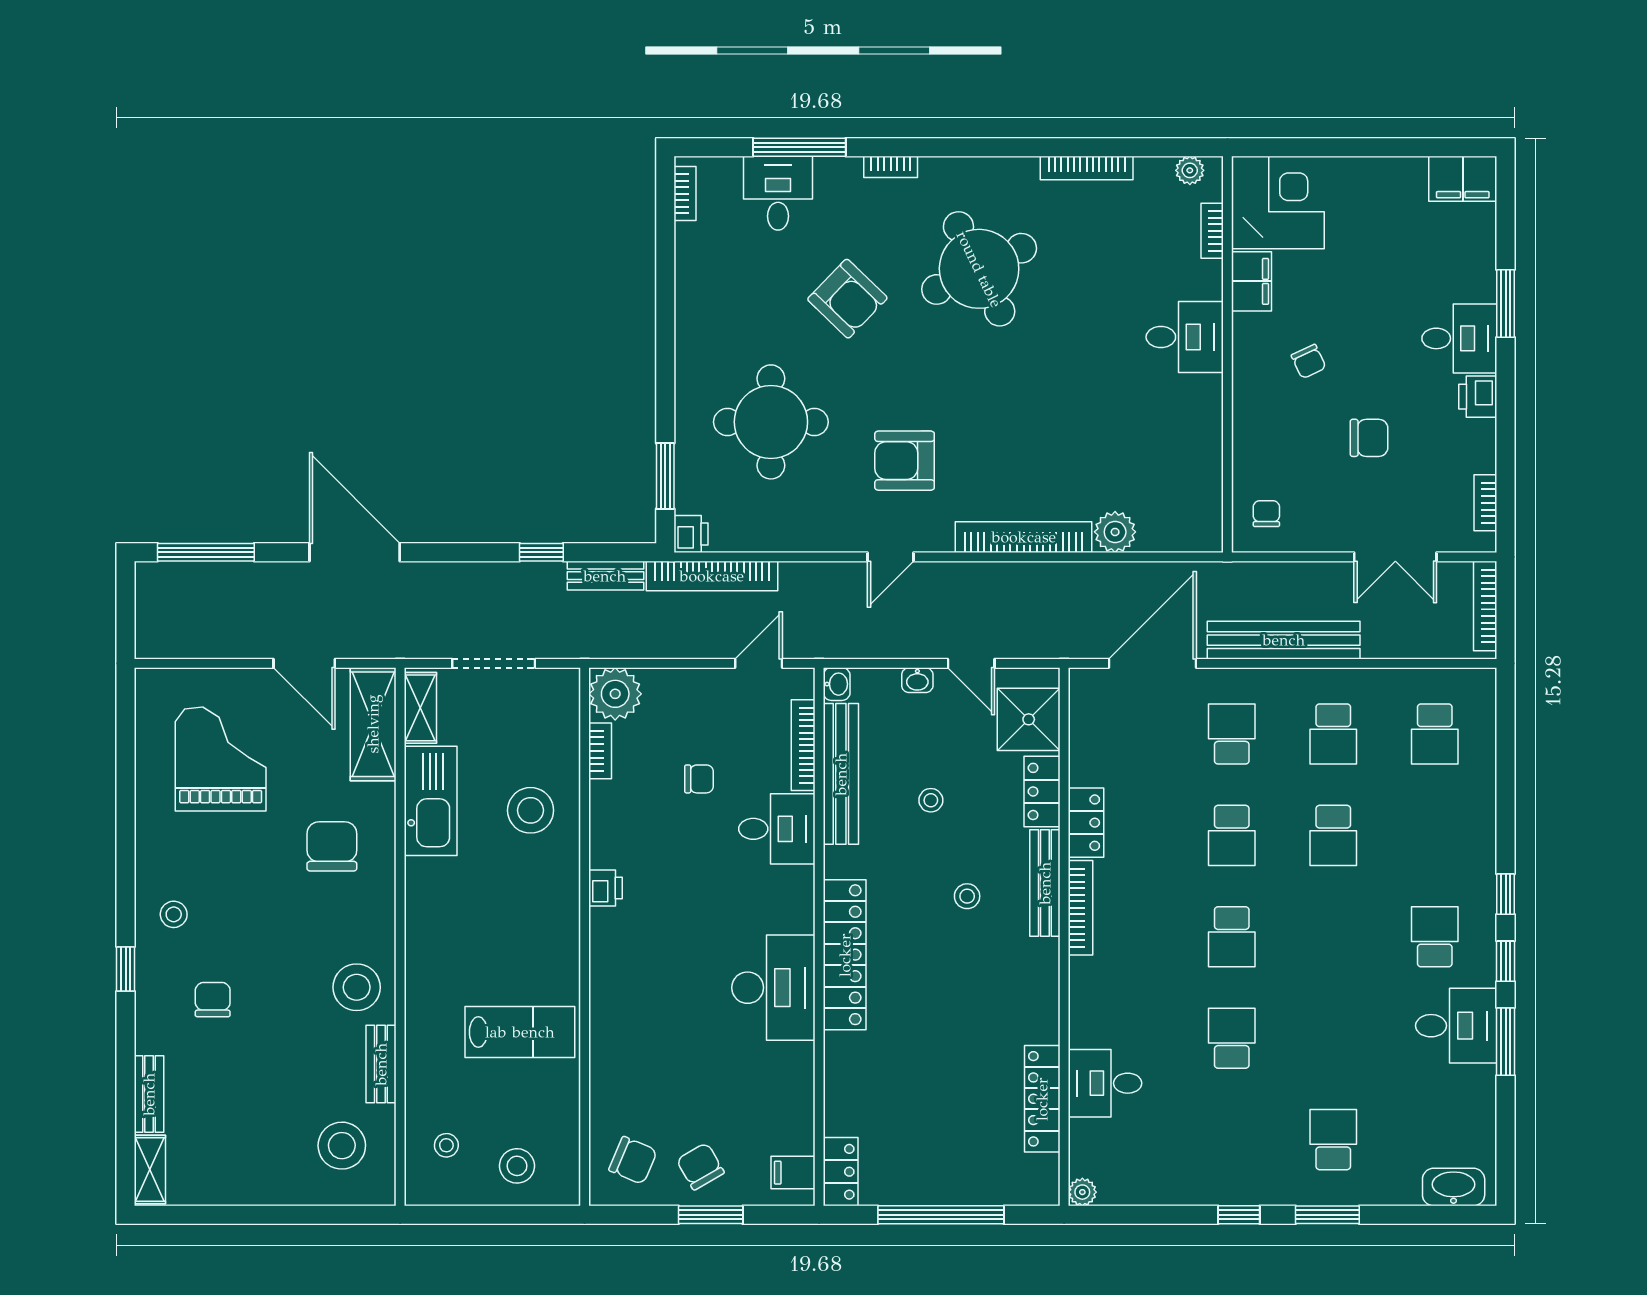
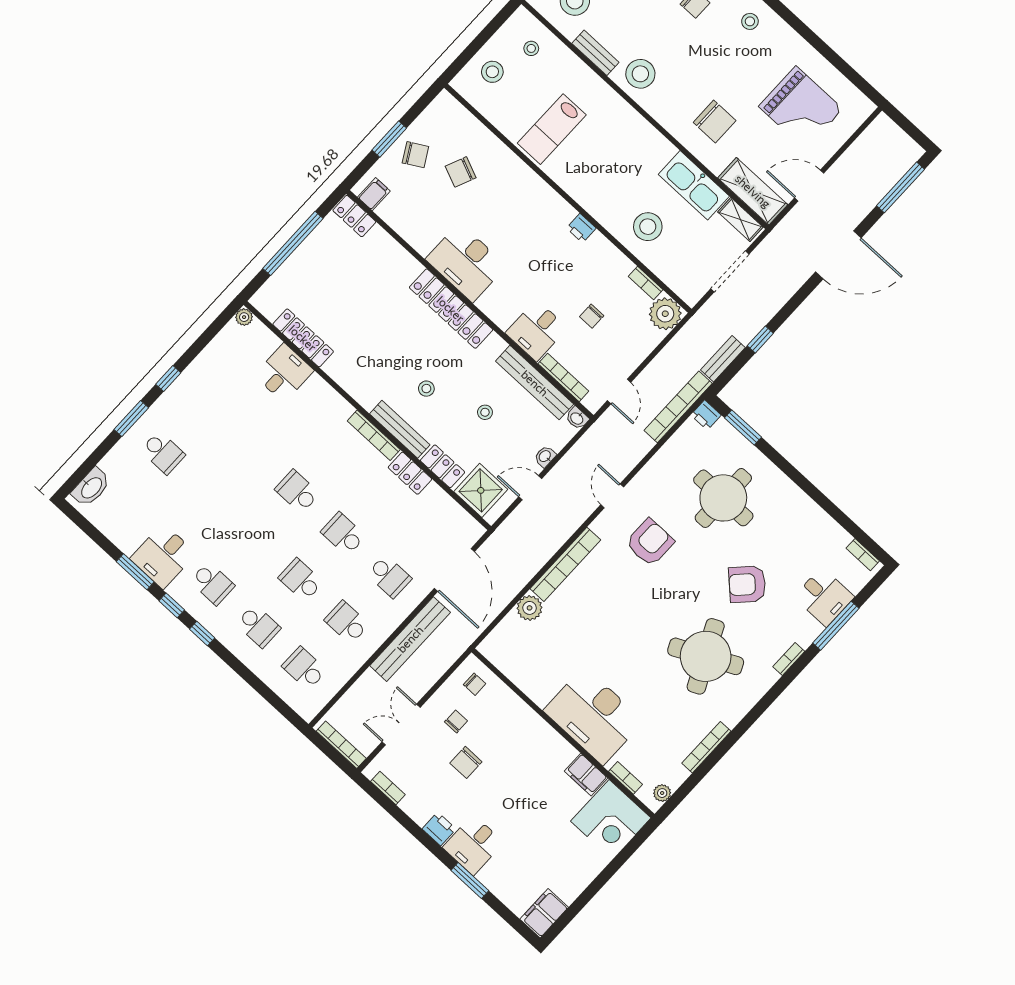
desk: (1185, 337) -> (594, 716), width x1.87, depth x1.30
chair: (1309, 361) -> (456, 721), moved, turned 115
school desk: (1232, 1038) -> (258, 626), moved
chair: (633, 1160) -> (461, 172), moved

